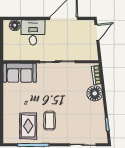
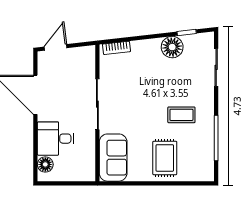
door: (97, 32) -> (56, 47), hinge flipped
floor lamp: (95, 93) -> (172, 47), moved
rug: (28, 126) -> (165, 158), moved, turned 90

